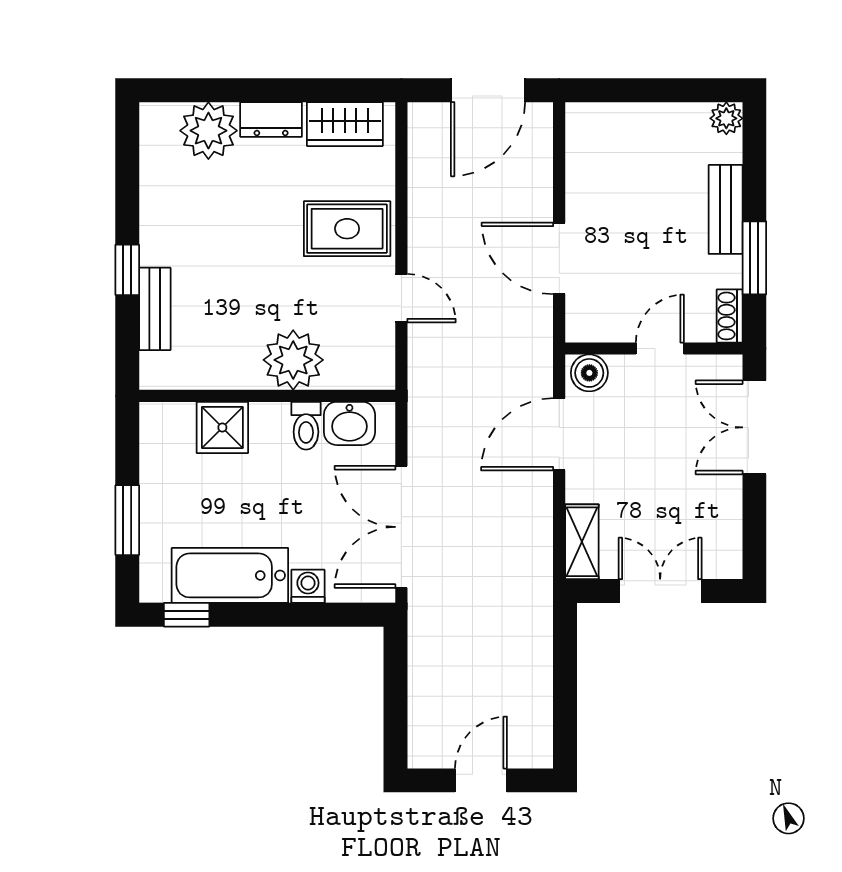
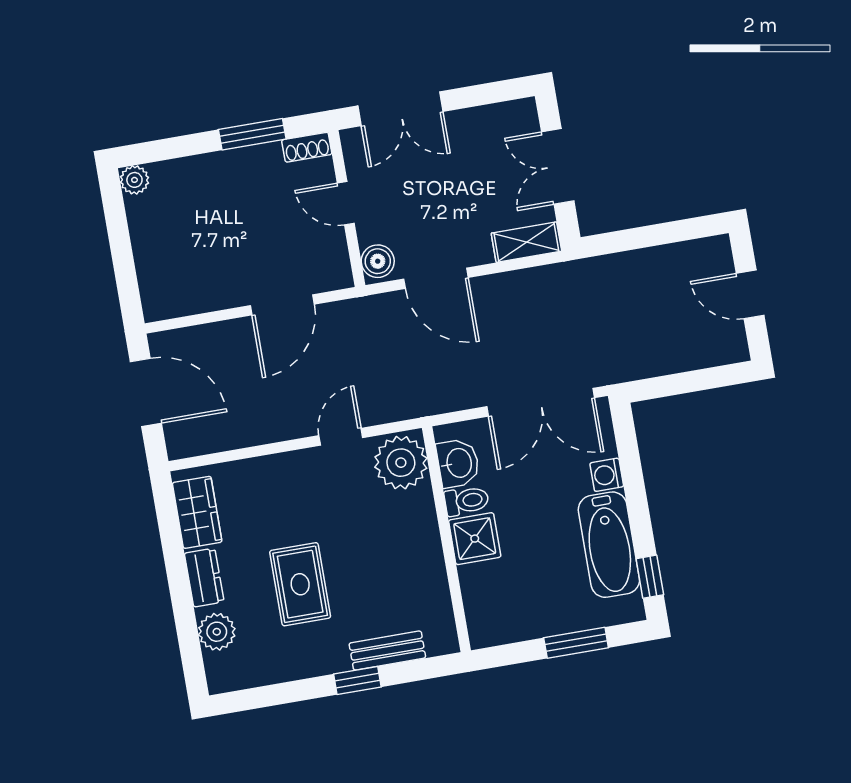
plant: (208, 131) -> (217, 632), width x0.73, depth x0.73
bench: (726, 209) -> (214, 167), removed
rug: (347, 229) -> (300, 584), moved
plant: (293, 360) -> (401, 463), moved
shower: (222, 427) -> (475, 539), moved

